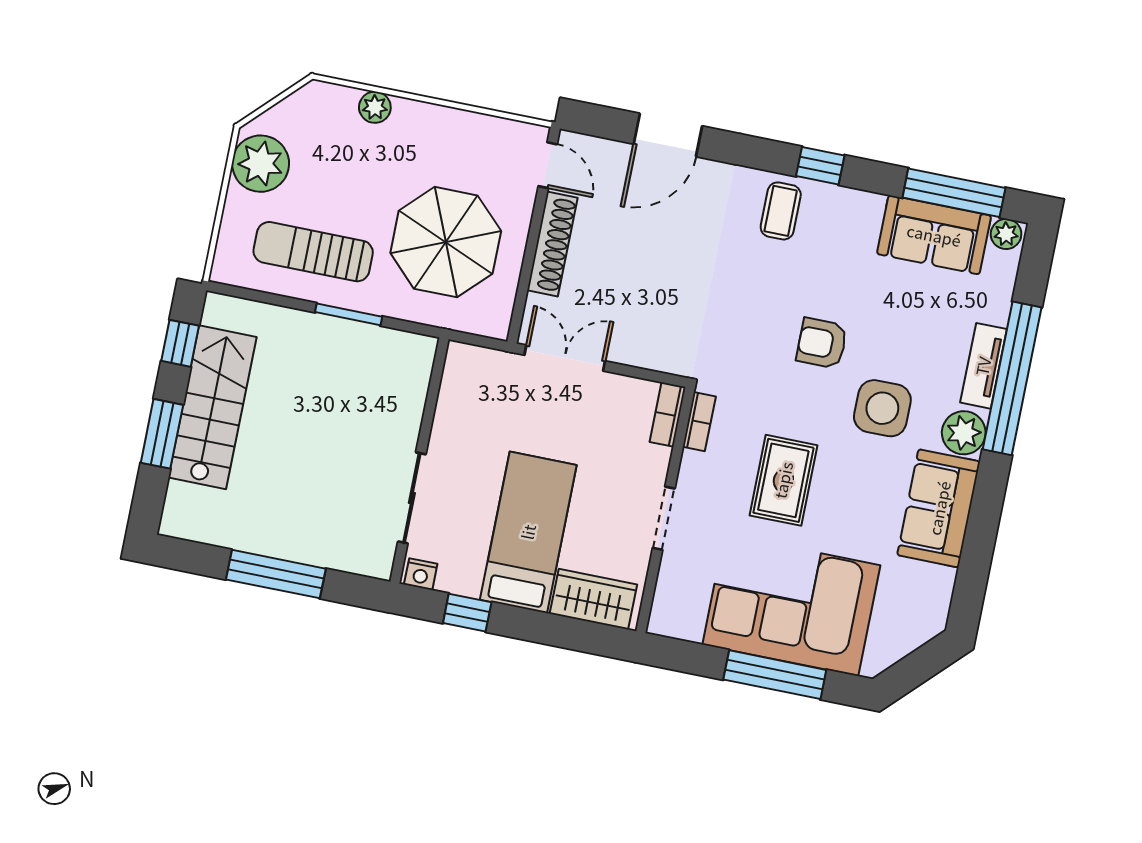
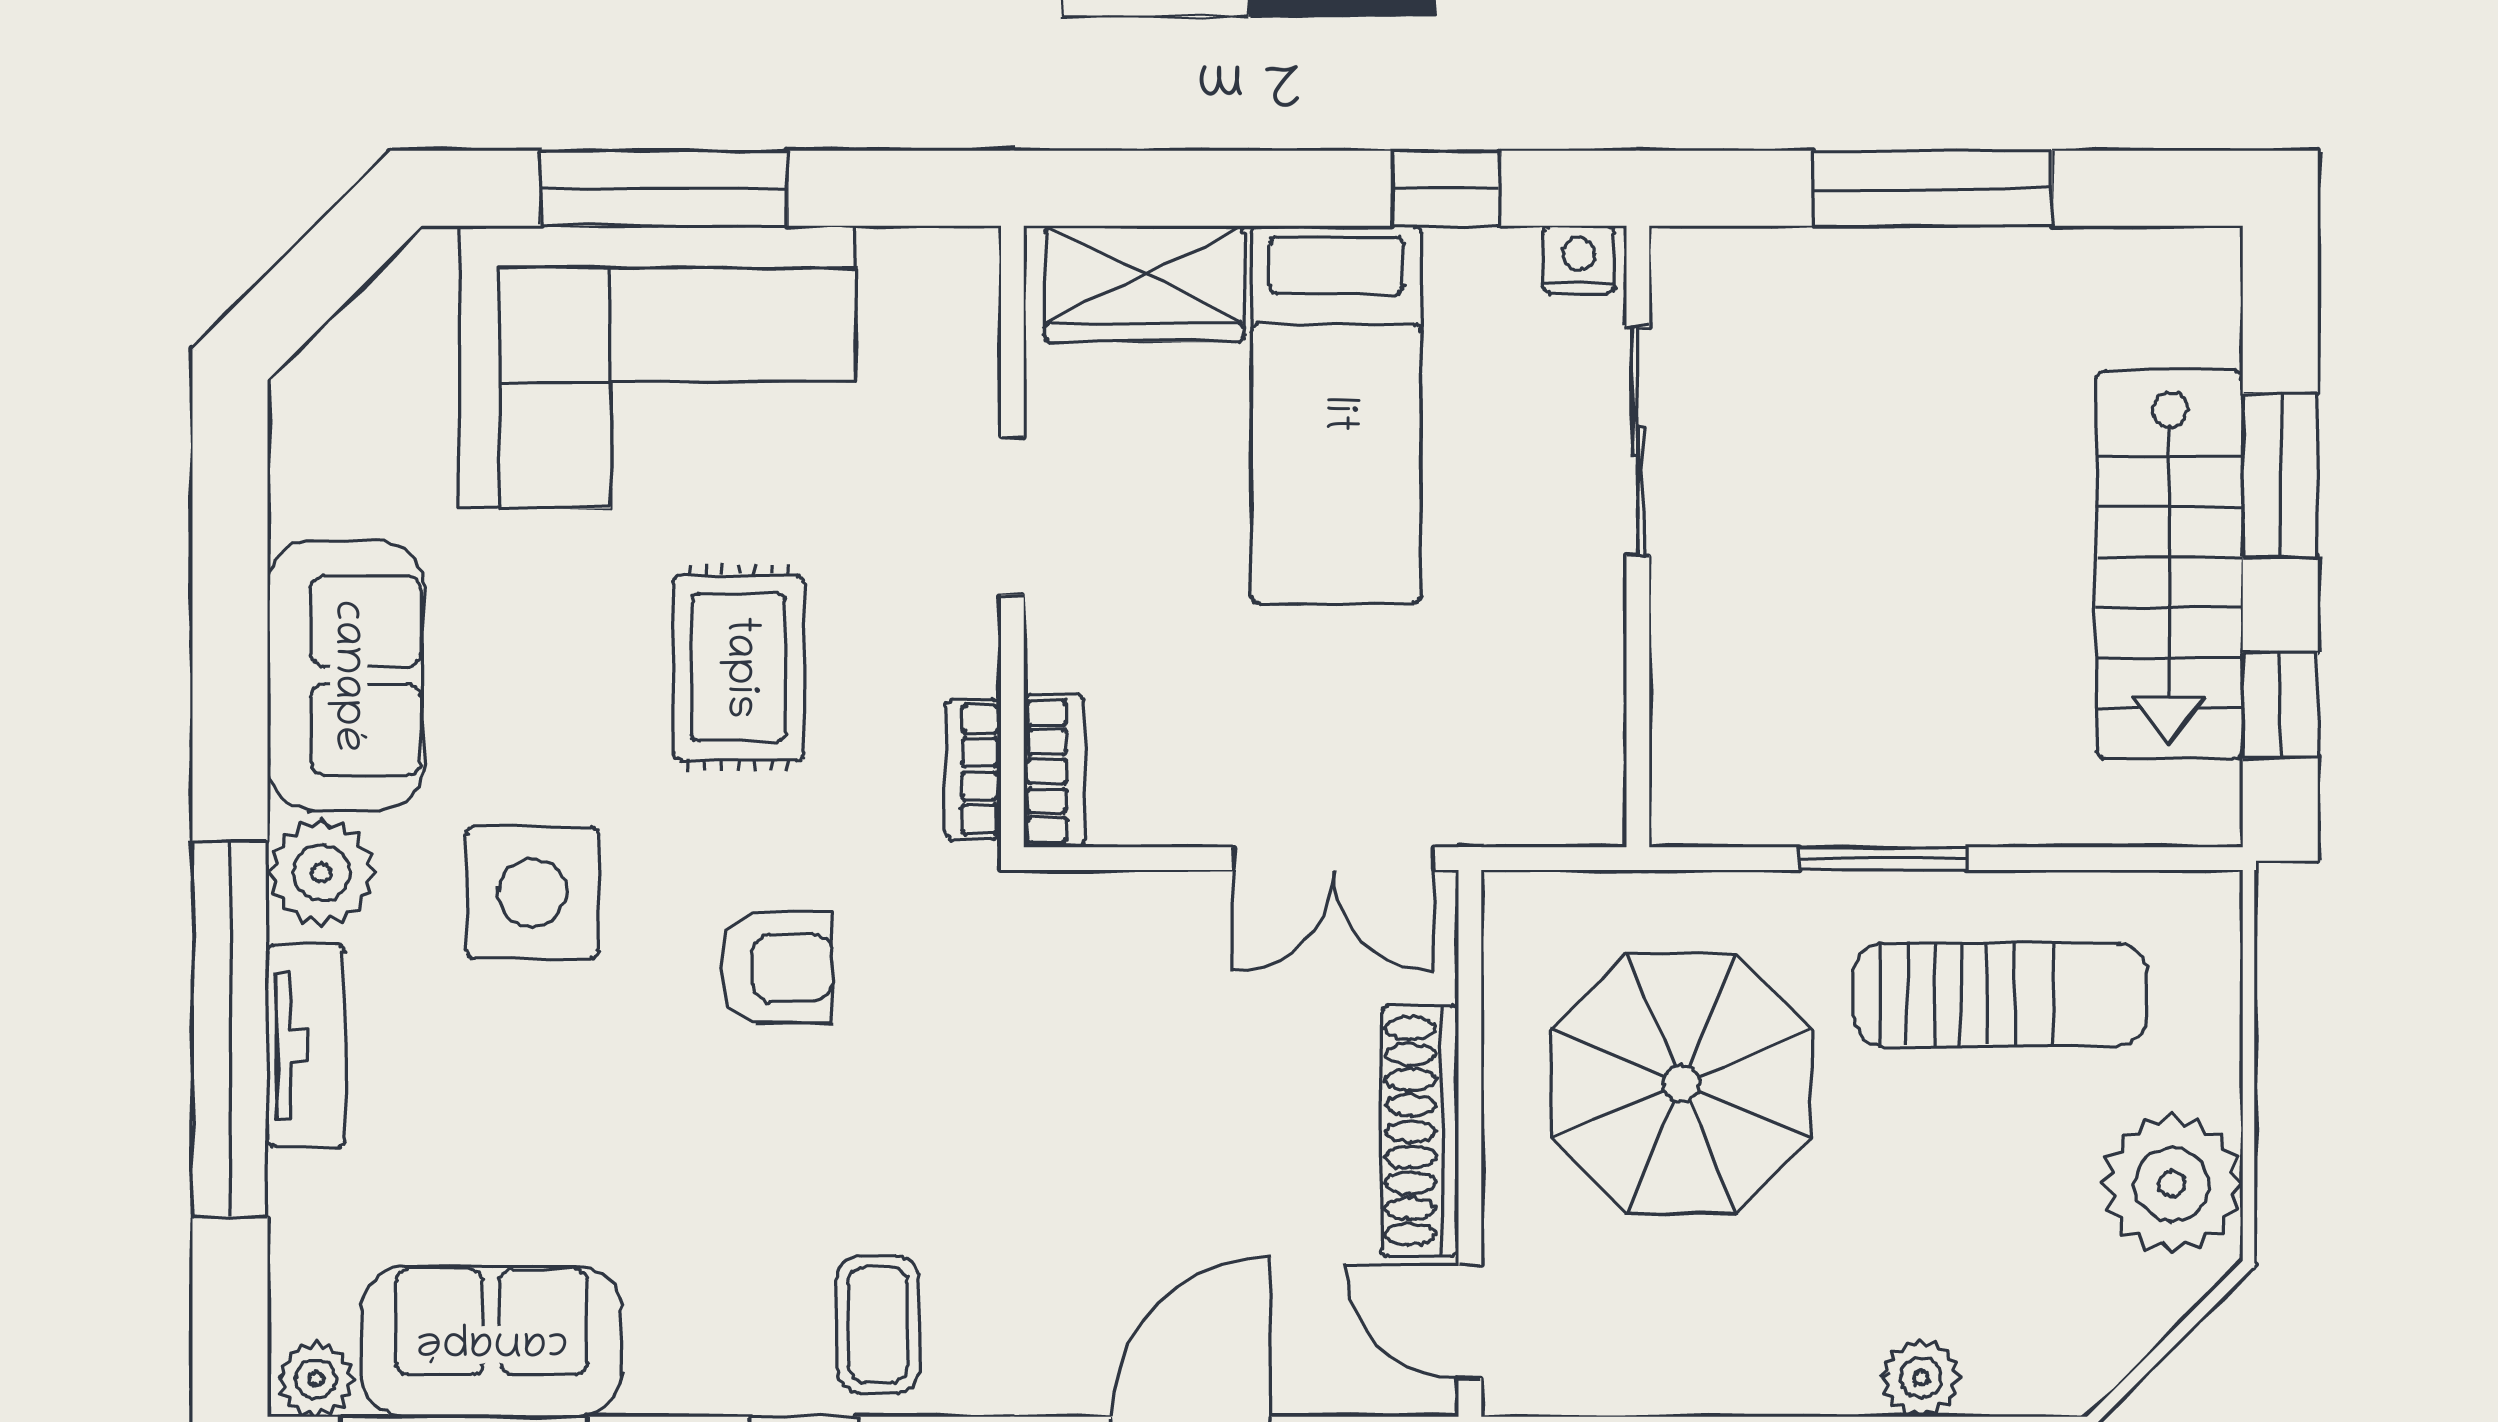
armchair: (822, 343) -> (777, 968), moved

